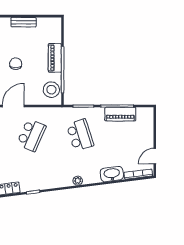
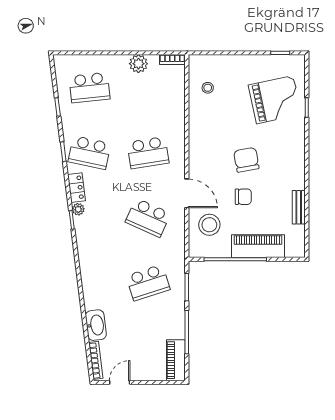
piano: (55, 58) -> (258, 246), width x1.37, depth x1.33
stool: (51, 90) -> (209, 225), moved
piano: (120, 114) -> (176, 360), moved
door: (155, 156) -> (120, 382), hinge flipped
plant: (78, 181) -> (78, 209), moved

